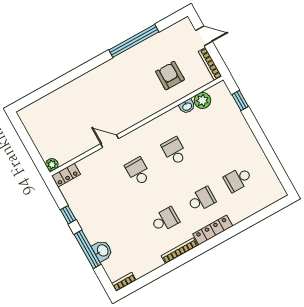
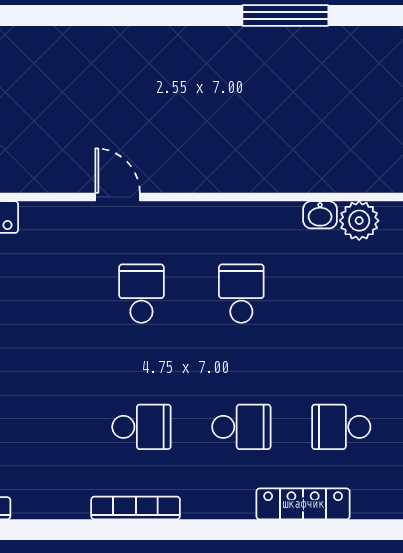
window: (134, 41) -> (285, 16), width x0.68
armchair: (170, 76) -> (320, 131), removed
locker: (213, 230) -> (303, 504), moved

